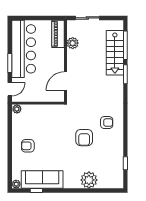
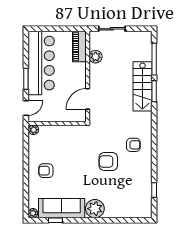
stairs: (115, 53) -> (142, 86), moved
armchair: (84, 138) -> (108, 161), turned 90
plant: (89, 180) -> (95, 209), moved

